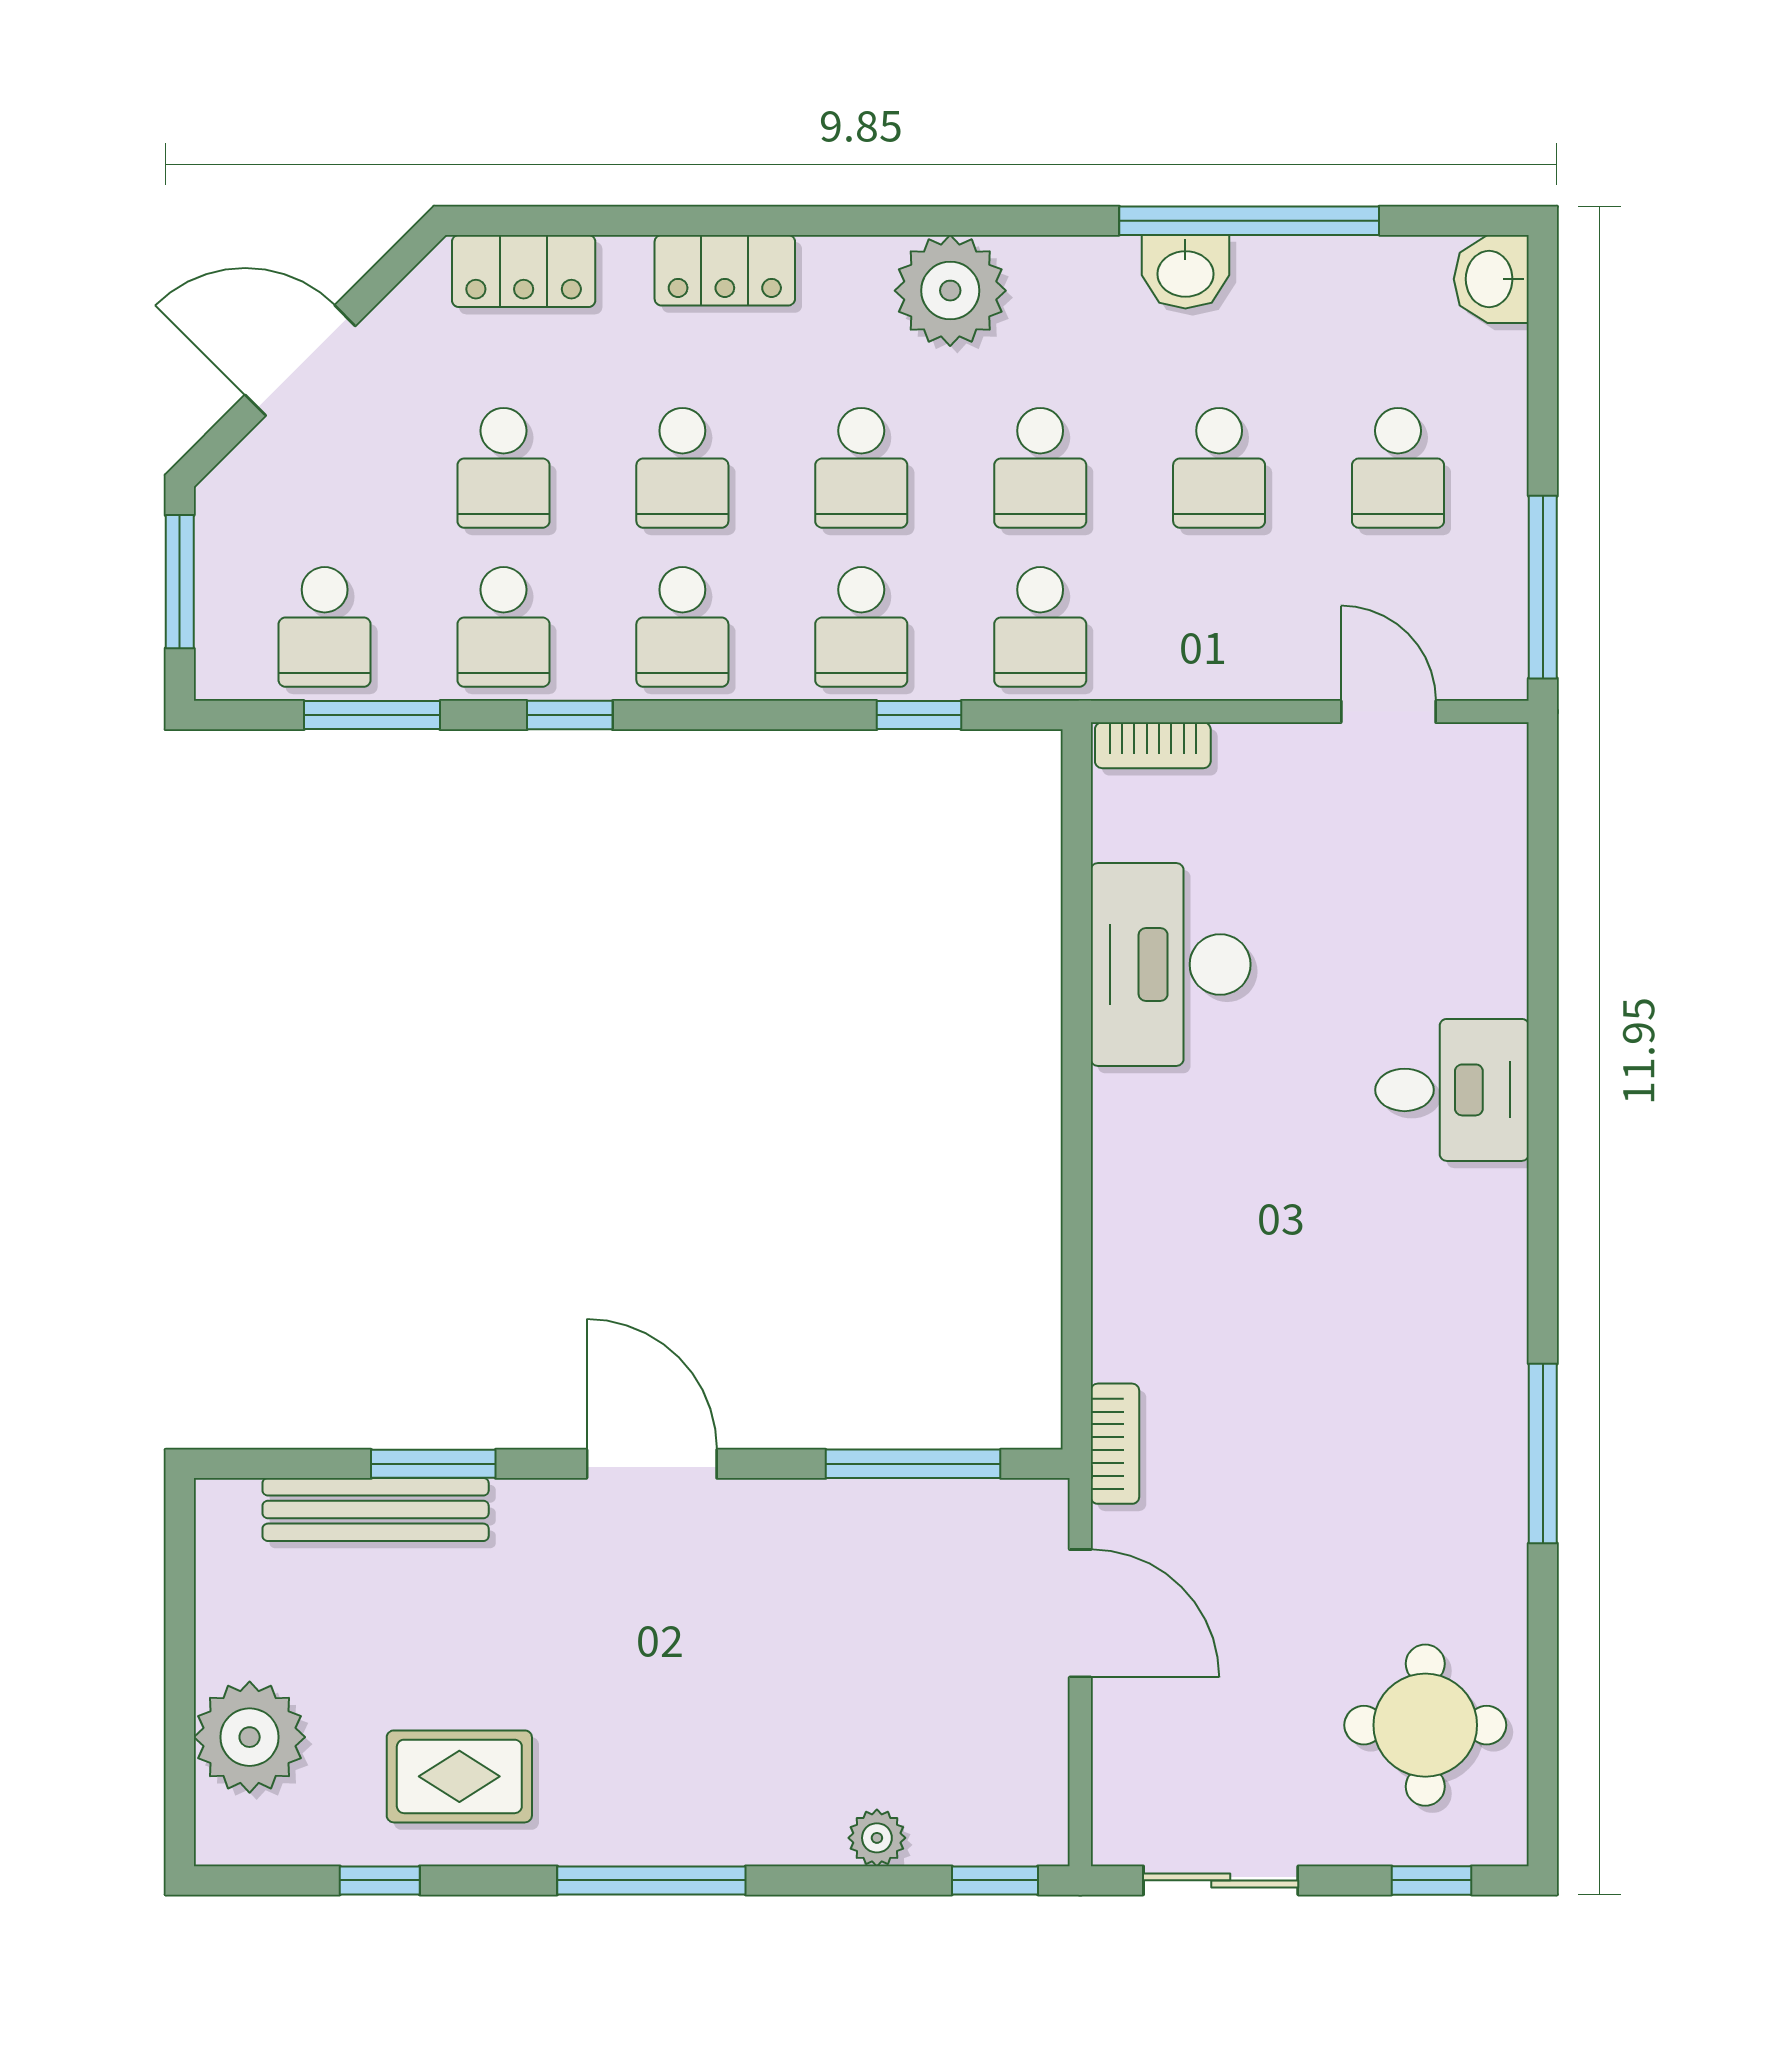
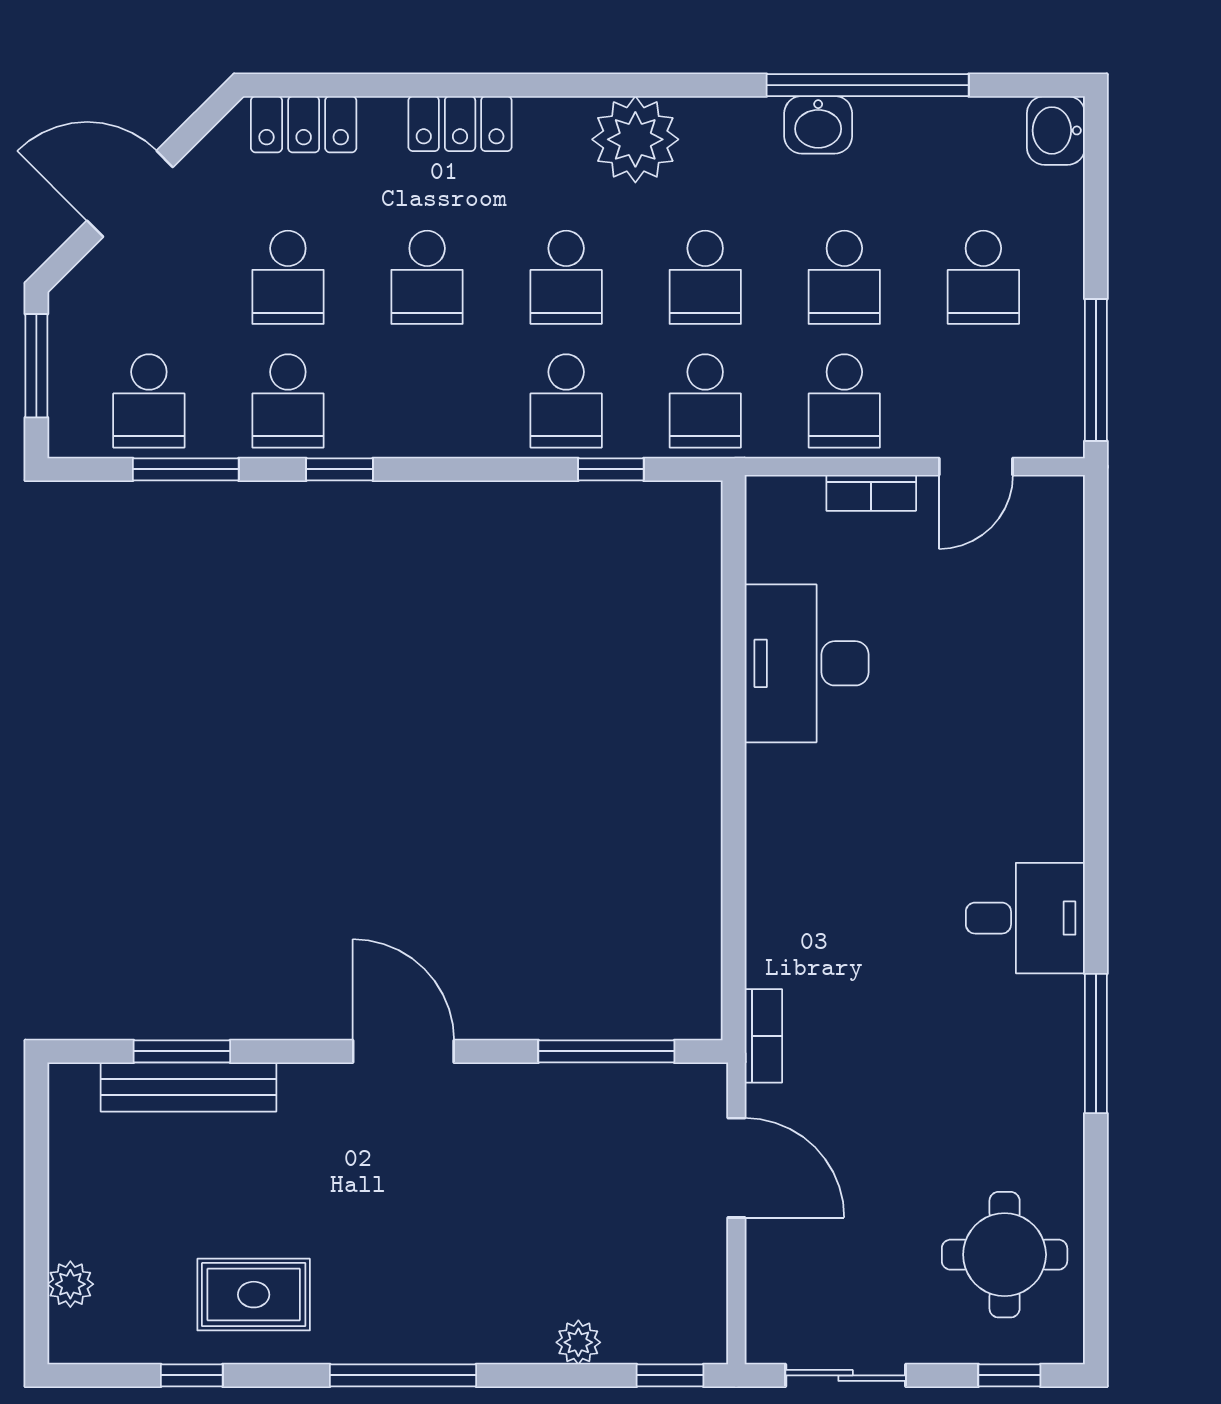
school desk: (682, 627) -> (844, 401), moved
door: (1388, 712) -> (976, 467), swing flipped
bookcase: (1153, 745) -> (871, 493), moved
desk: (1452, 1090) -> (1025, 918), moved
window: (433, 1464) -> (182, 1051), moved
plant: (250, 1737) -> (70, 1284), width x0.53, depth x0.53

